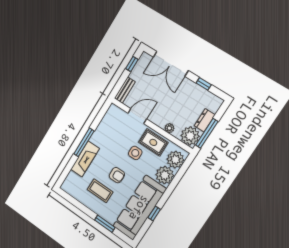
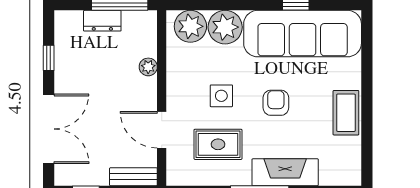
plant: (190, 136) -> (140, 27), removed
rug: (153, 142) -> (218, 144), moved, turned 90
coffee table: (100, 191) -> (346, 113), moved
window: (105, 224) -> (367, 72), removed

